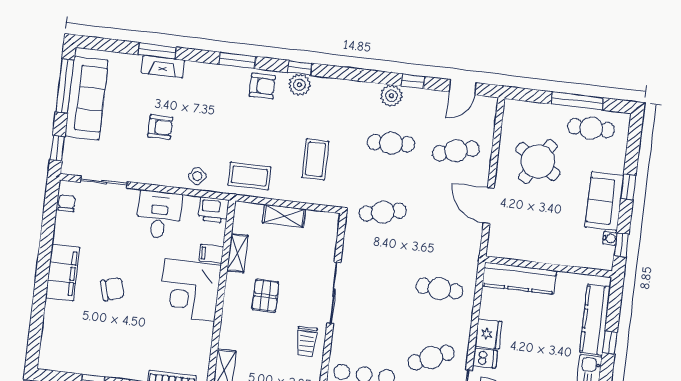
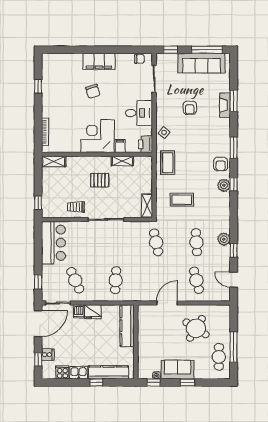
shelving: (284, 216) -> (147, 206), moved

